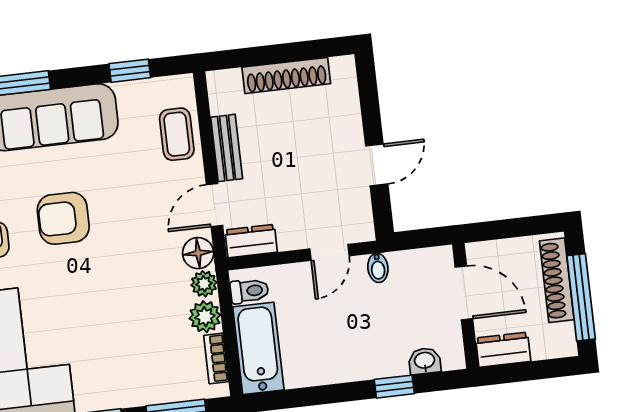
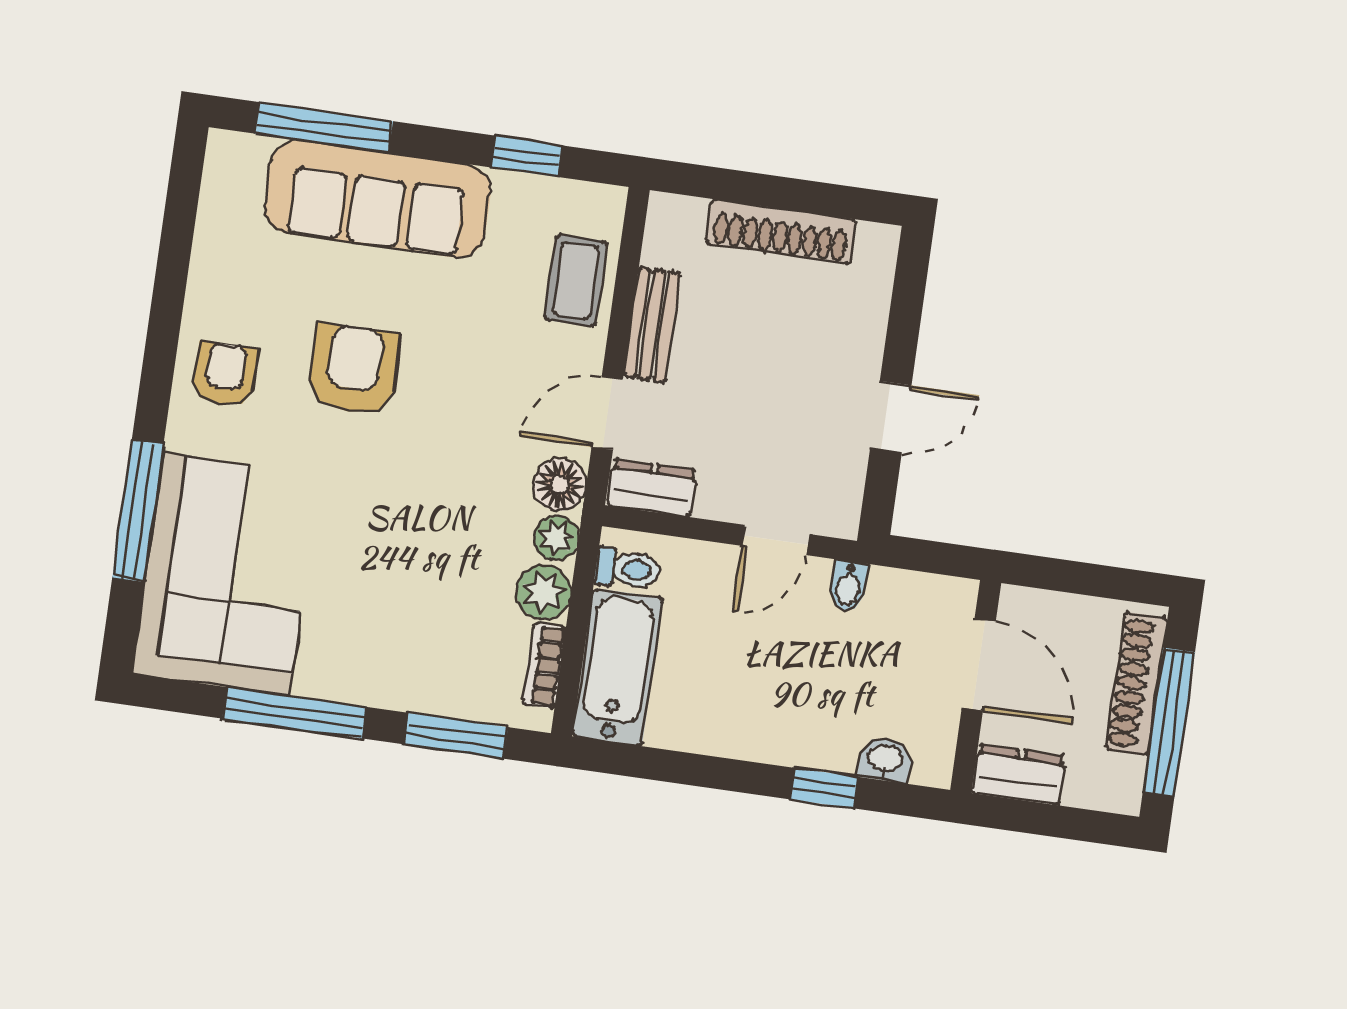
armchair: (63, 218) -> (354, 370), turned 90

